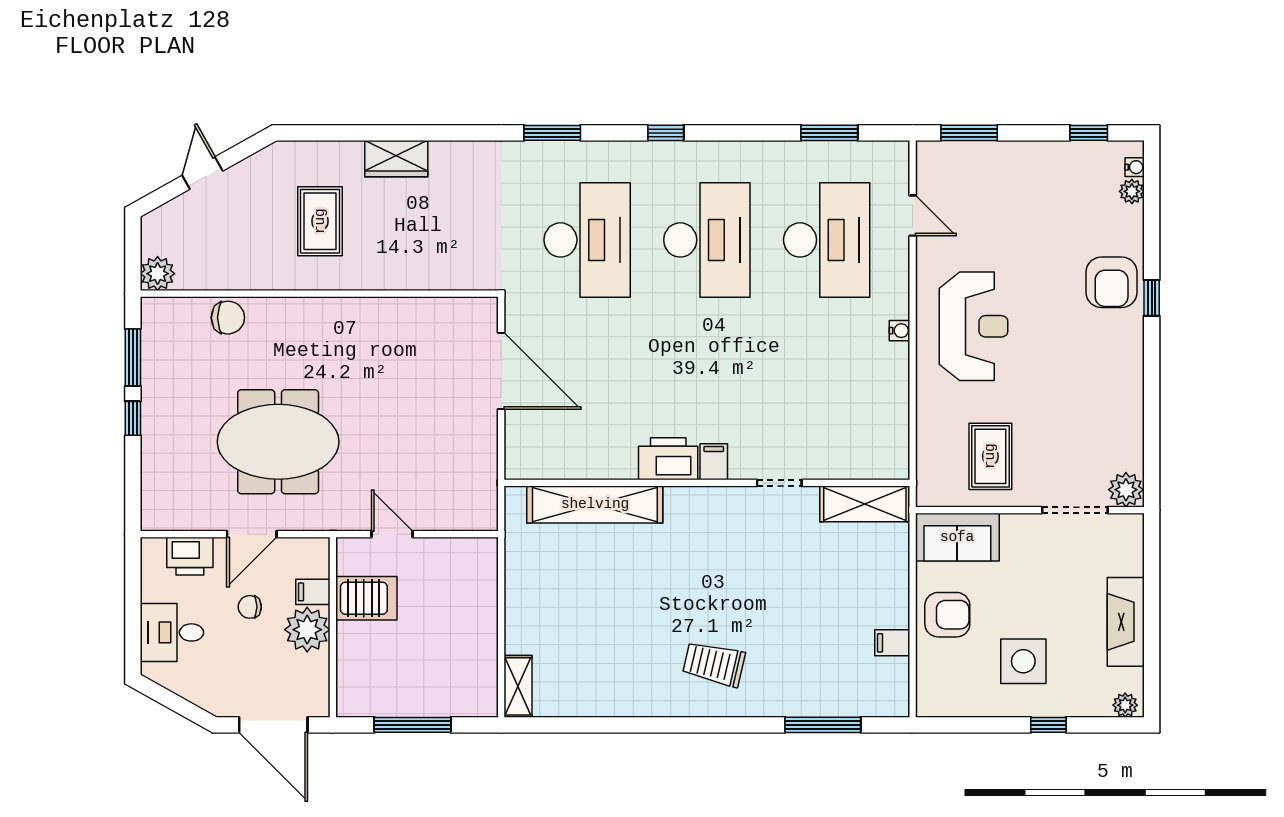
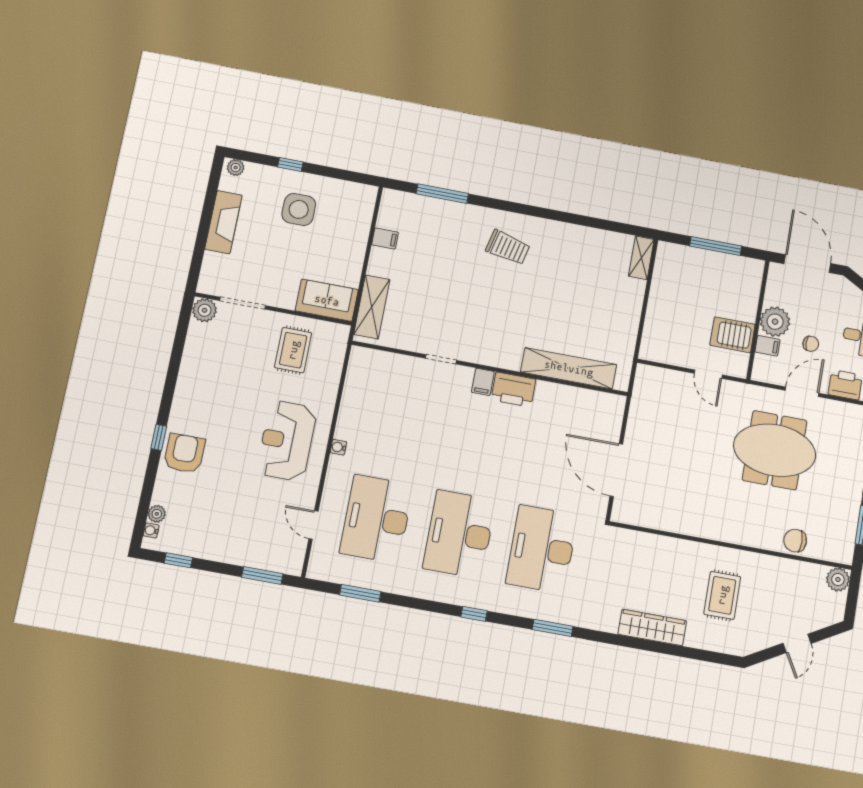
wardrobe: (396, 159) -> (652, 627), width x1.50
shelving: (865, 504) -> (372, 307), moved, turned 90
armchair: (947, 615) -> (344, 250), removed

